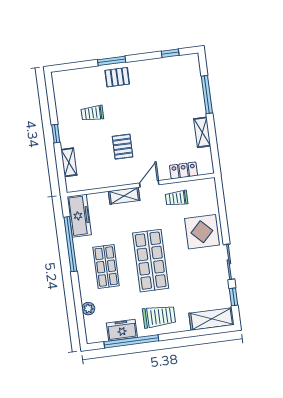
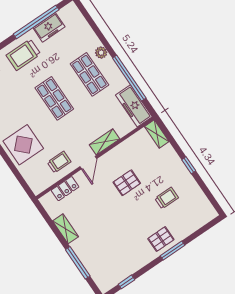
pallet: (123, 147) -> (127, 183), turned 90
shelving: (69, 162) -> (157, 134), moved
shop shelf: (151, 261) -> (54, 98), width x0.70, depth x0.74
plant: (88, 309) -> (101, 53), moved

